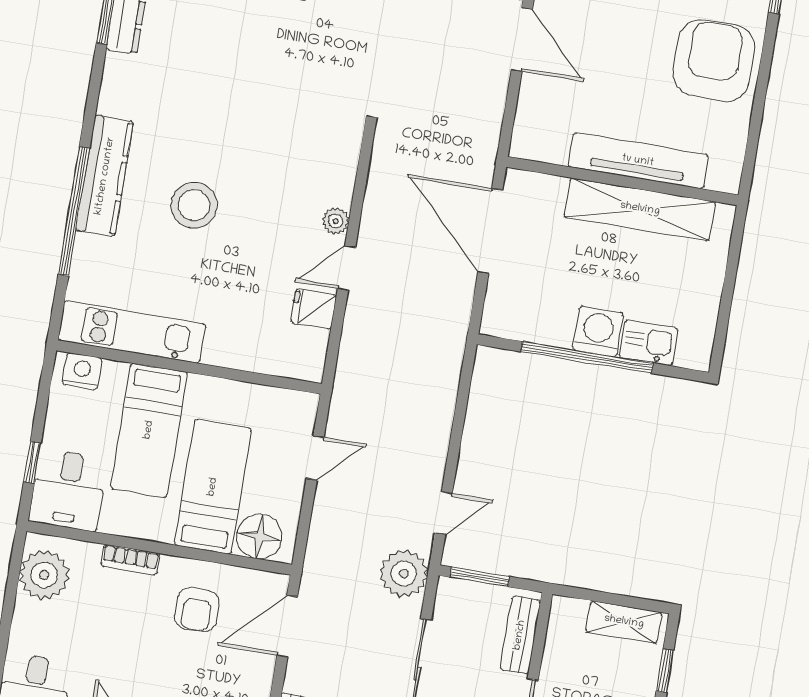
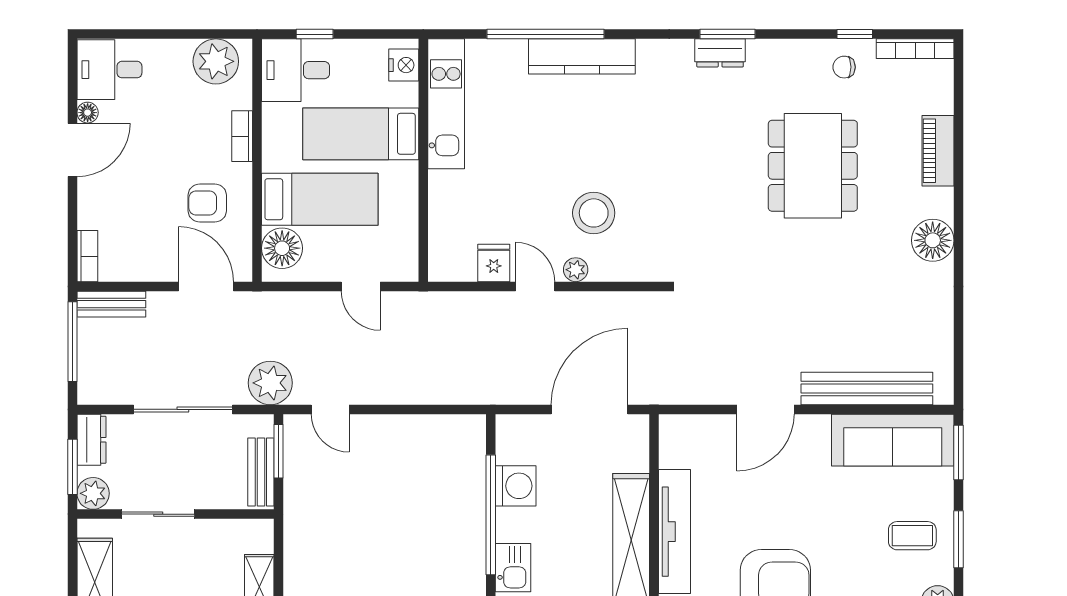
stool: (194, 205) -> (594, 213), moved
washing machine: (598, 331) -> (516, 486), moved
bench: (520, 635) -> (261, 472), moved, turned 90

